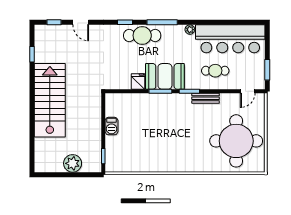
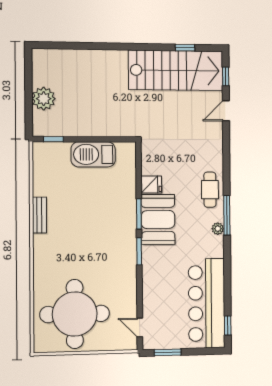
window: (125, 22) -> (228, 325), moved
plant: (190, 30) -> (218, 229), moved
cafe table: (142, 35) -> (210, 190), width x0.73, depth x0.74
cafe table: (215, 71) -> (166, 285), removed
bench: (206, 98) -> (39, 215), moved
stairs: (50, 100) -> (176, 70), moved
barbecue: (111, 126) -> (93, 154), width x1.88, depth x1.53

